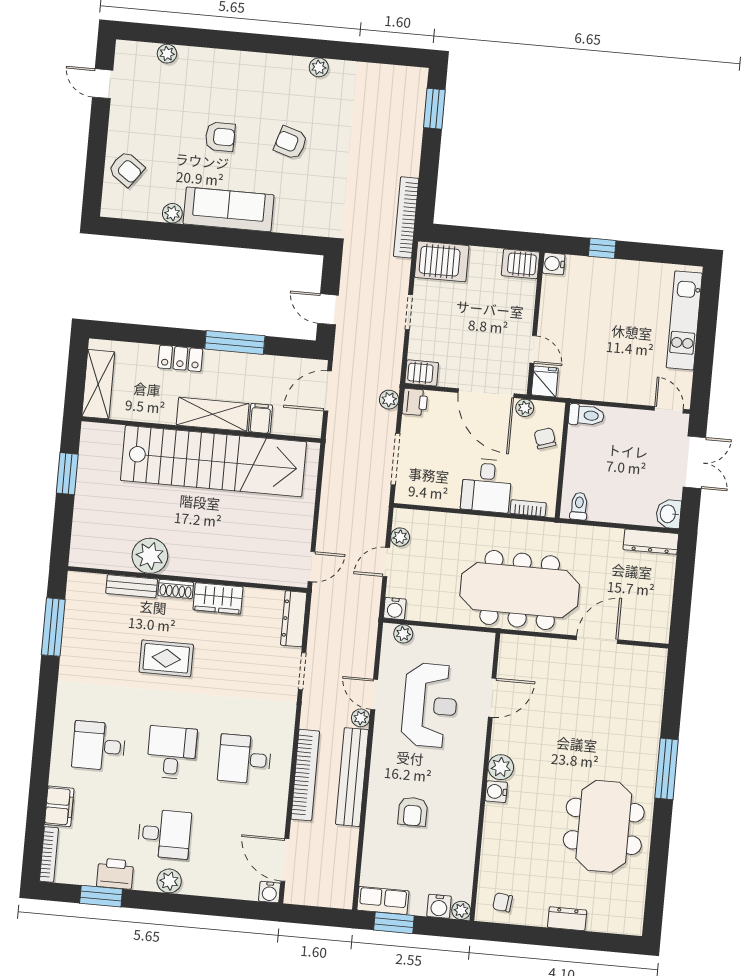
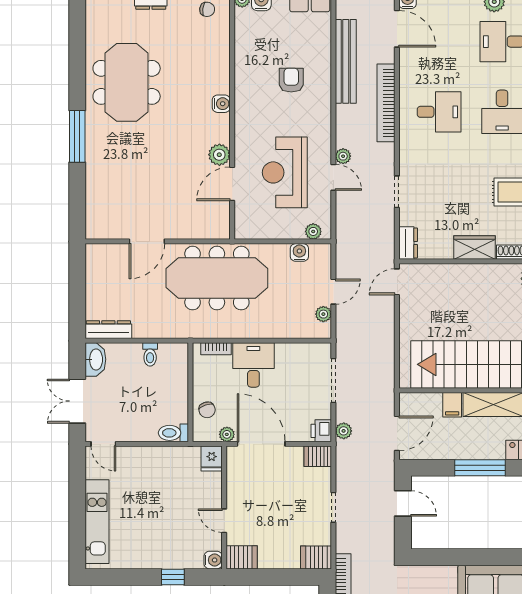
server rack: (442, 261) -> (316, 557), width x0.73, depth x0.70
door: (533, 349) -> (224, 521), moved
toilet: (579, 506) -> (150, 354), moved
washbasin: (669, 514) -> (95, 359), width x1.38
water cooler: (395, 609) -> (299, 252), moved
dresser: (294, 619) -> (408, 243), width x0.70
plant: (501, 767) -> (219, 155), moved
bench: (352, 777) -> (346, 61), moved

